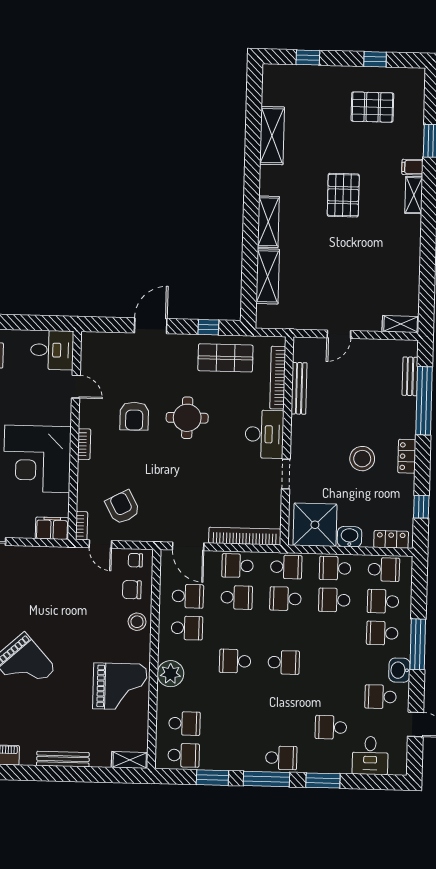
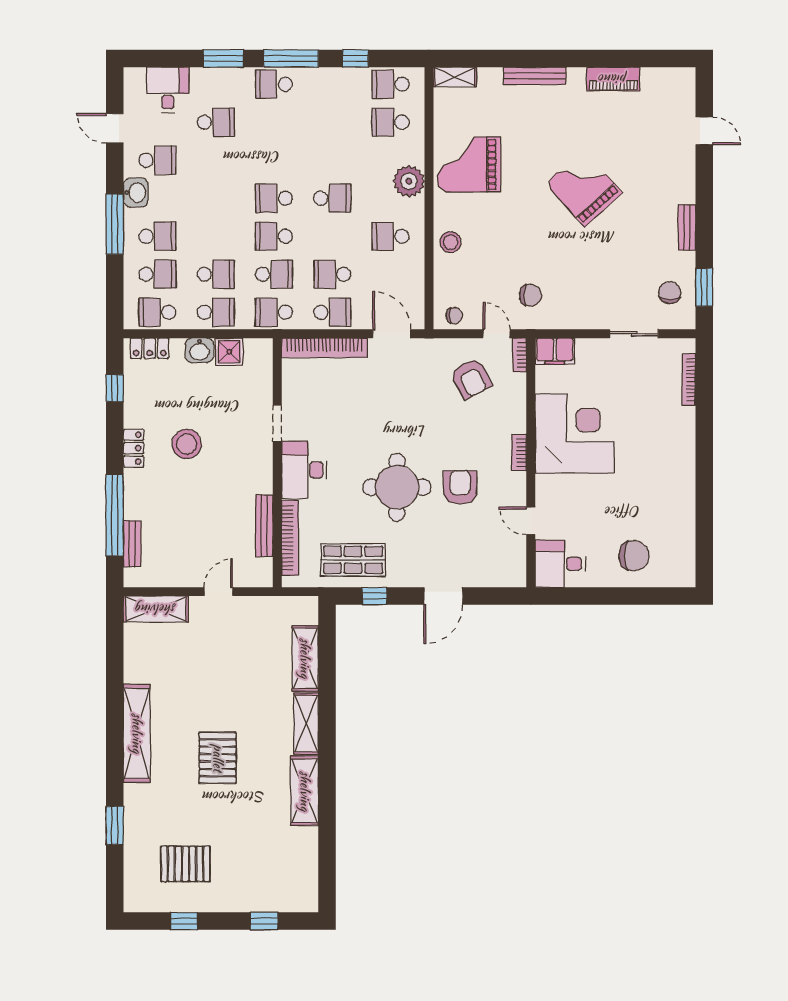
shelving: (272, 136) -> (305, 791), moved
filing cabinet: (412, 167) -> (136, 793), removed
shelving: (414, 195) -> (137, 733), width x2.20, depth x1.33
shelving: (401, 324) -> (156, 609), width x1.50, depth x1.33
round table: (187, 418) -> (397, 487), width x1.36, depth x1.36
shower: (315, 525) -> (229, 352), width x0.54, depth x0.54
chair: (132, 590) -> (530, 295), moved
school desk: (188, 596) -> (274, 236), moved
window: (212, 778) -> (355, 58), width x0.67

